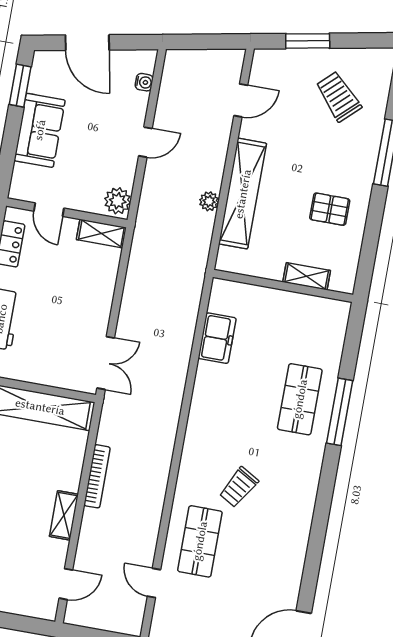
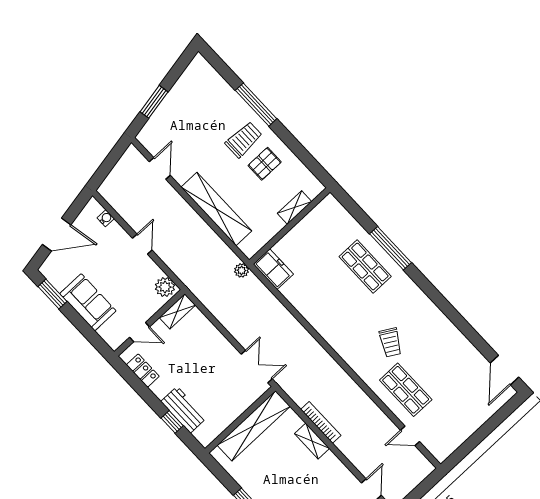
trolley: (338, 96) -> (244, 140), moved, turned 133
plant: (209, 201) -> (242, 270), moved
freezer: (217, 338) -> (273, 269), moved
shelving: (64, 515) -> (312, 441), moved

